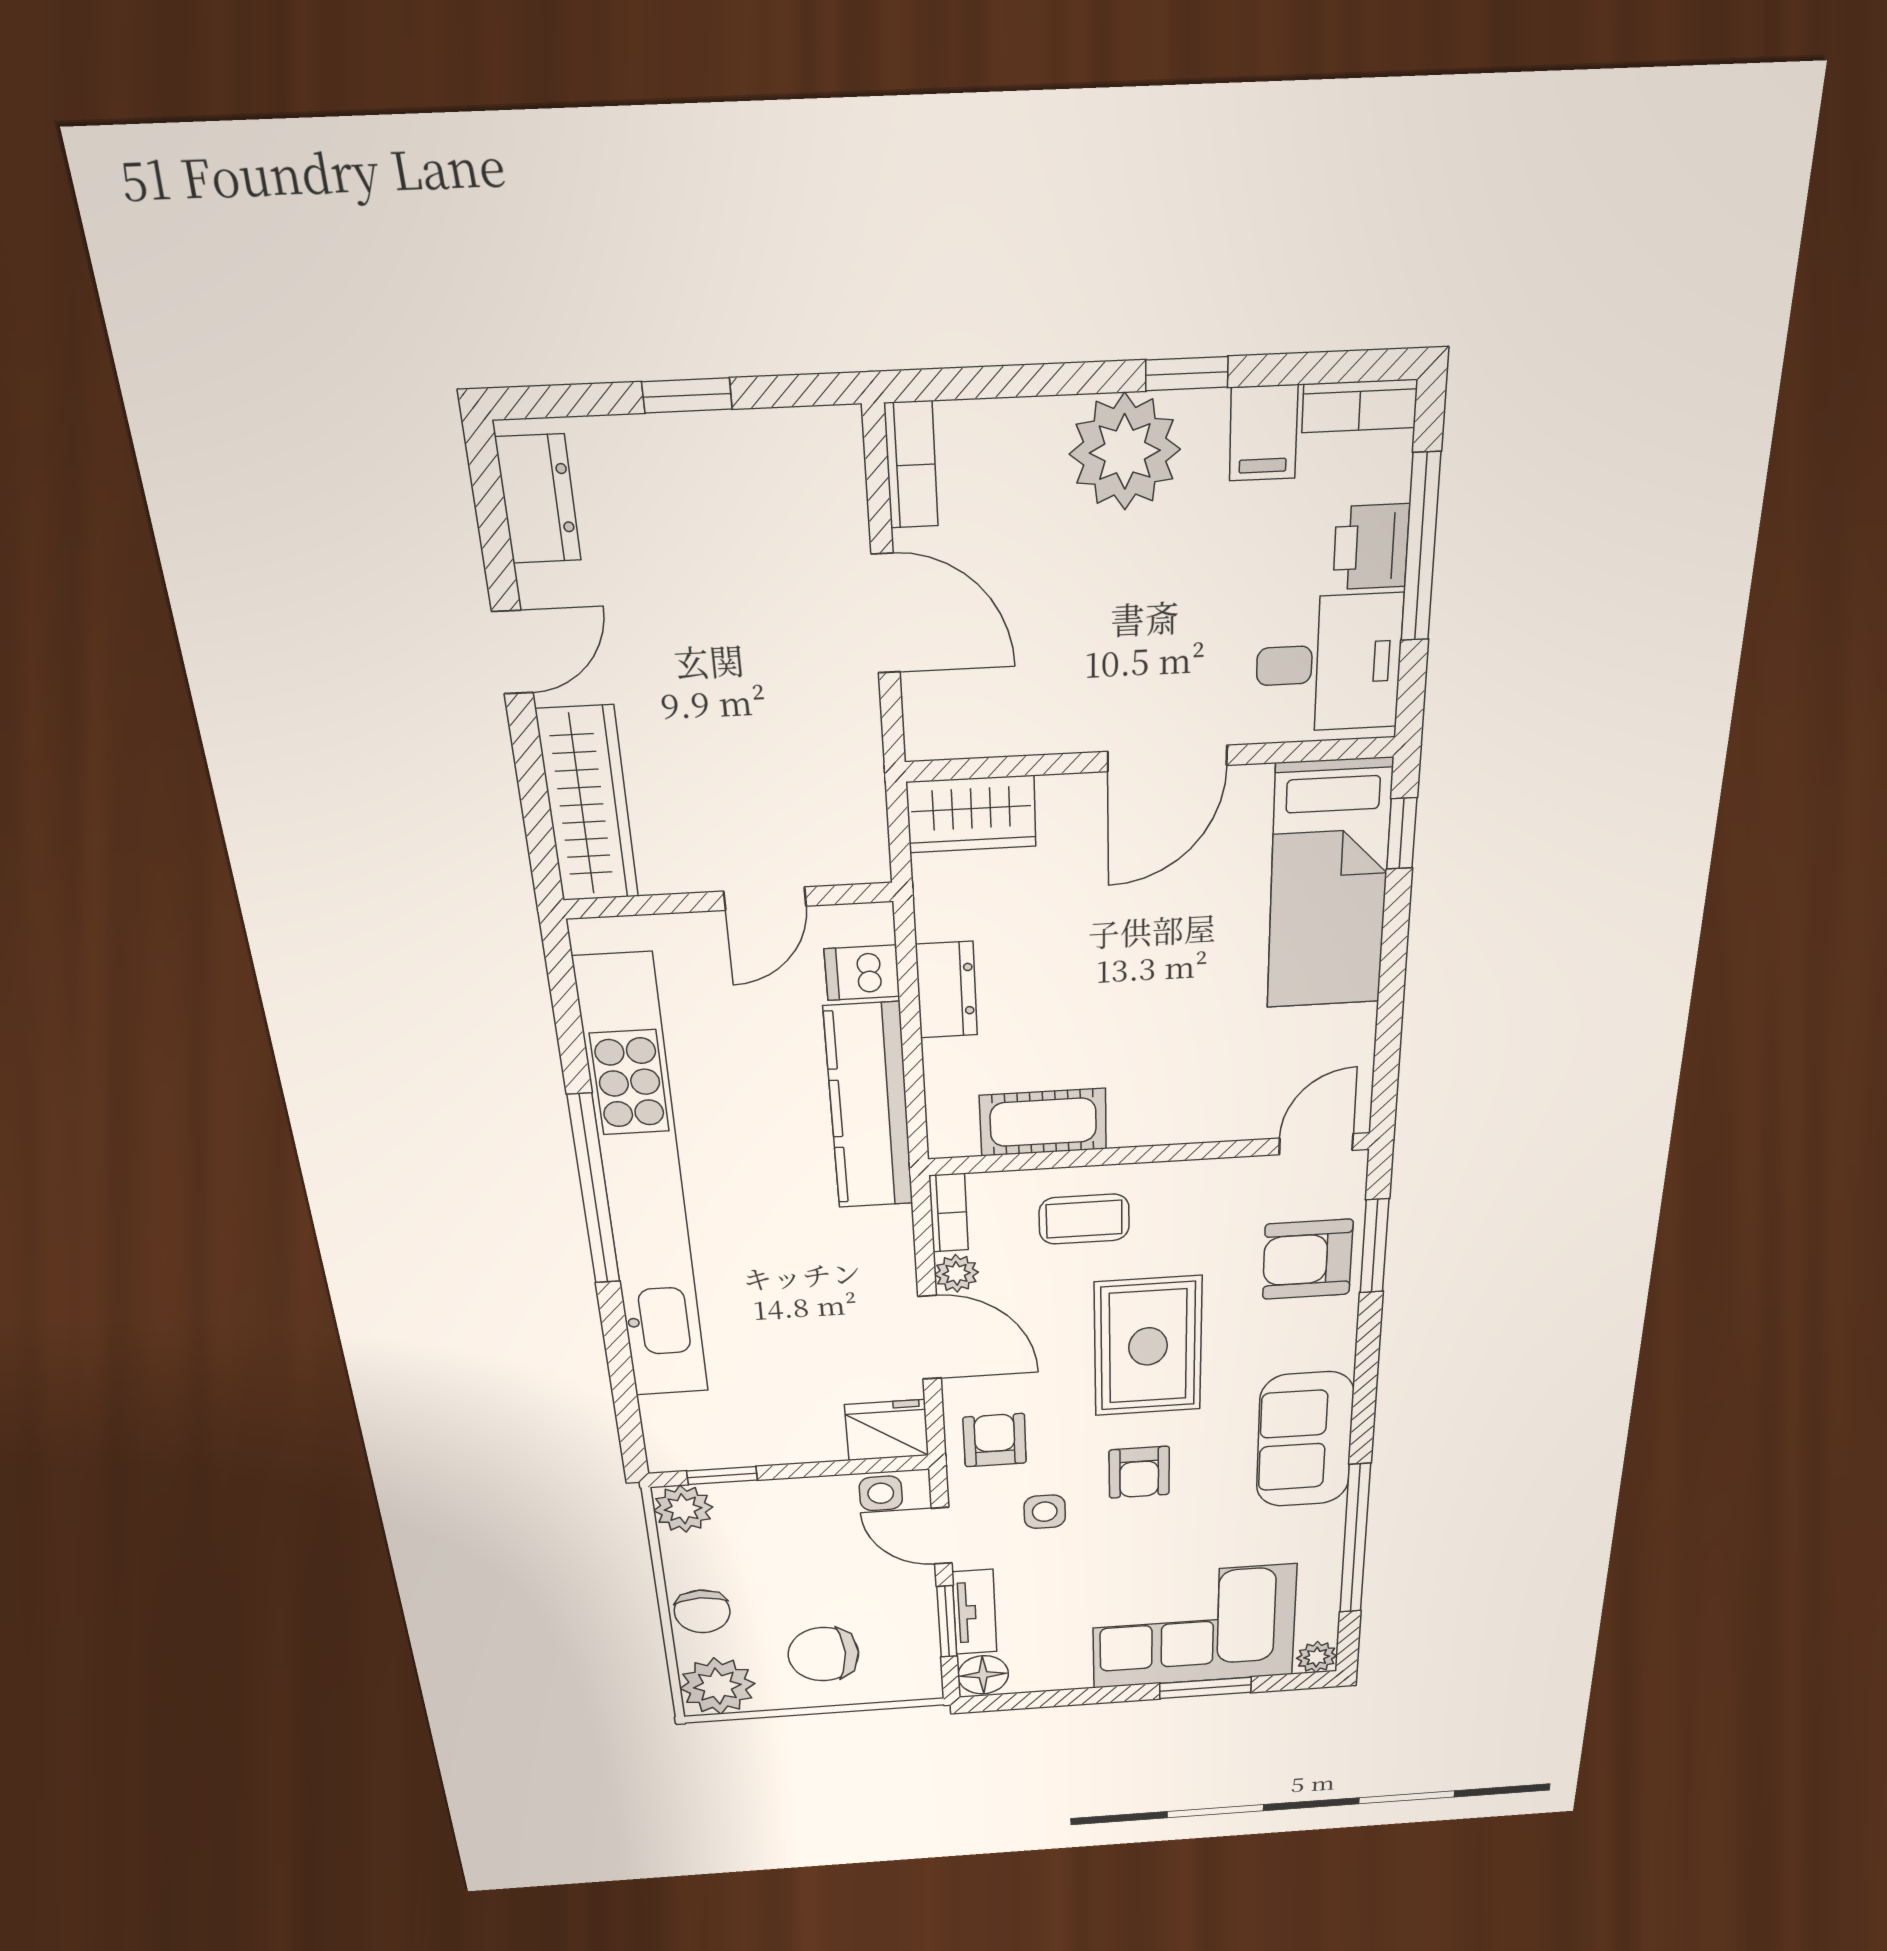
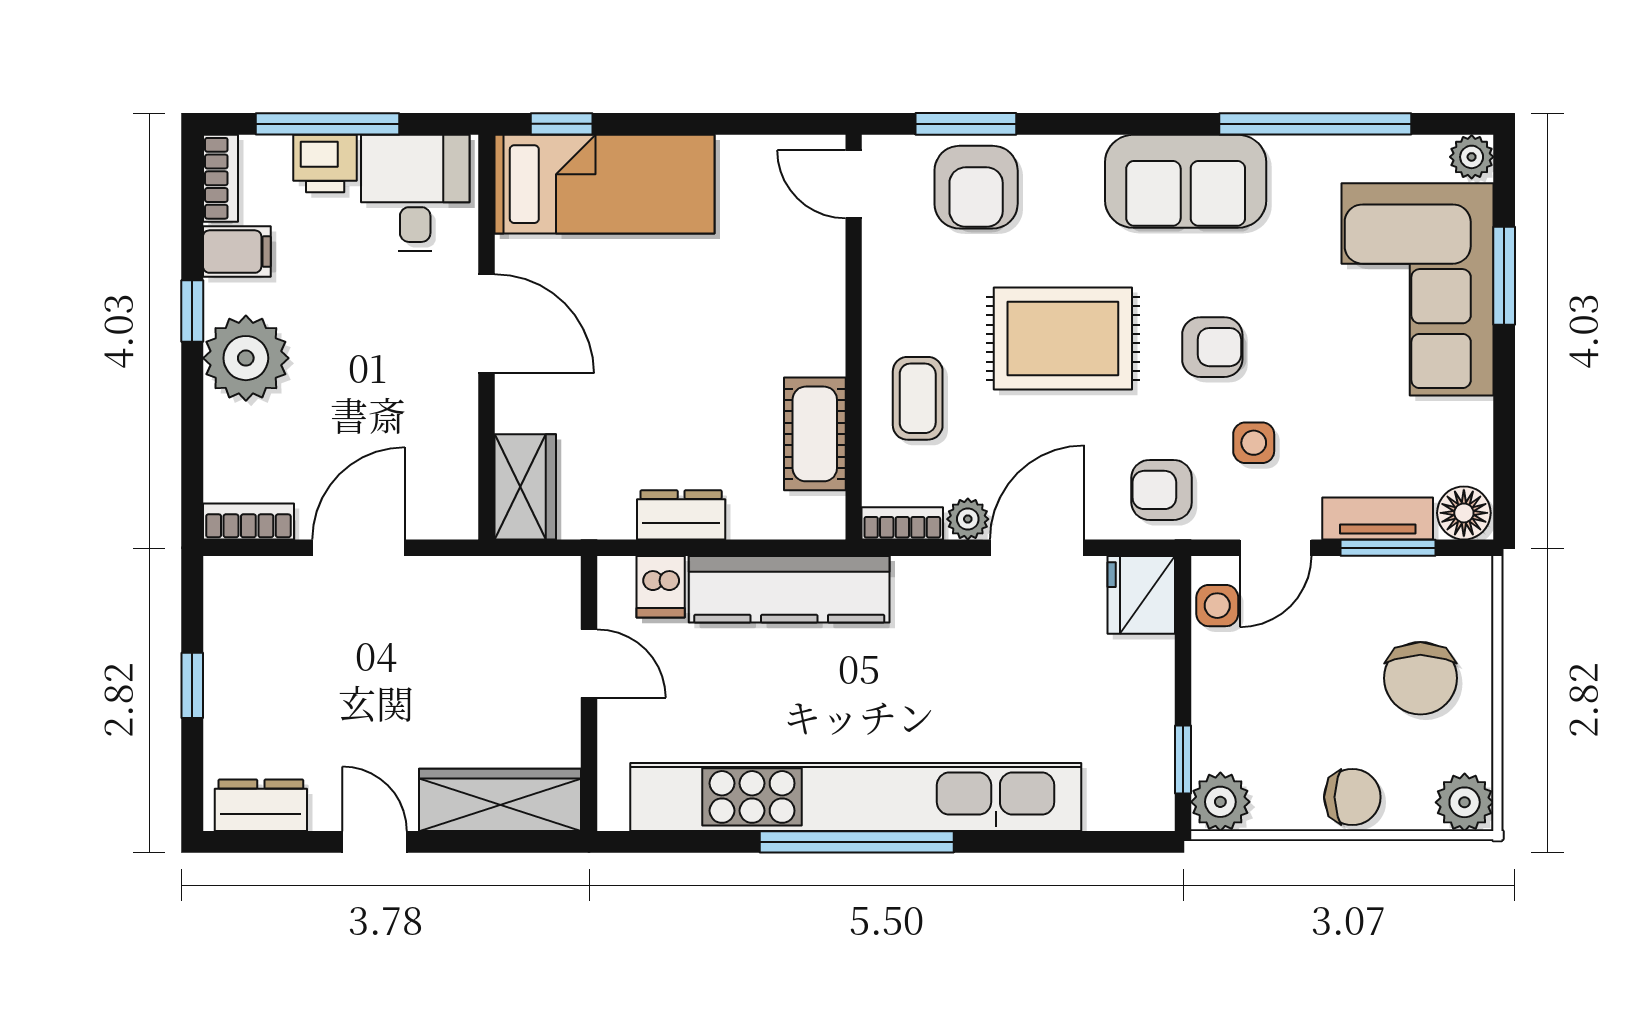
plant: (717, 1686) -> (1465, 802), width x0.73, depth x0.73

